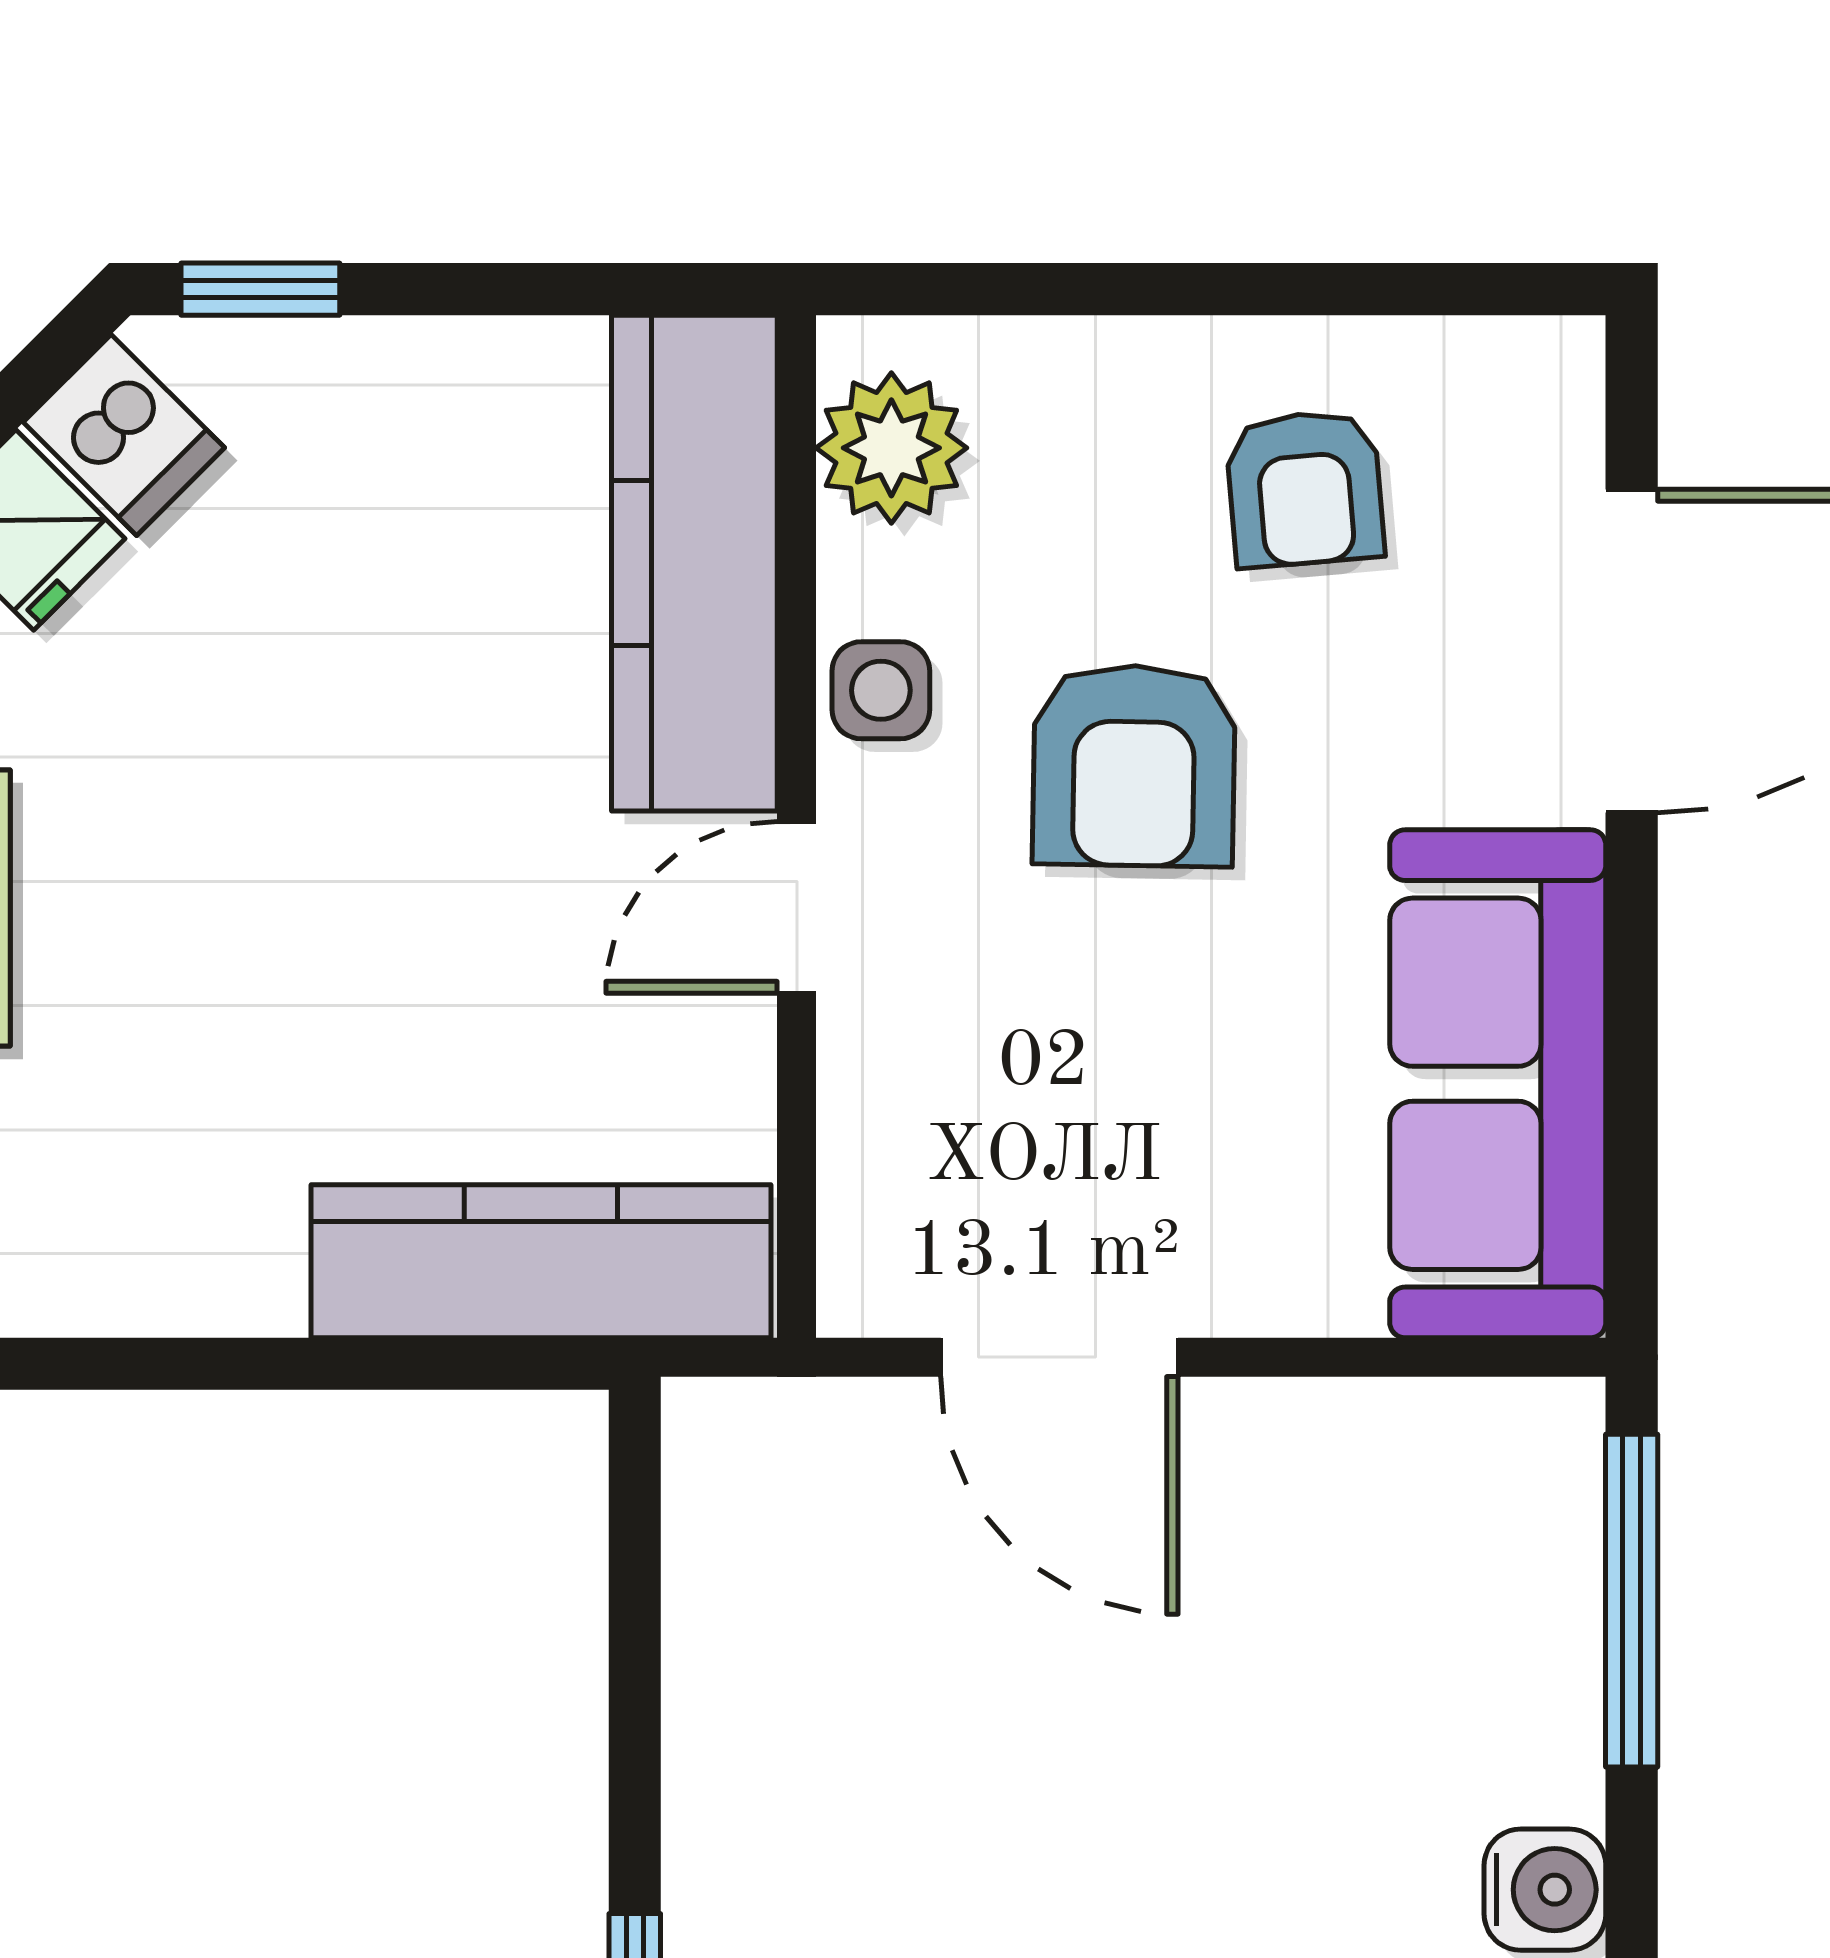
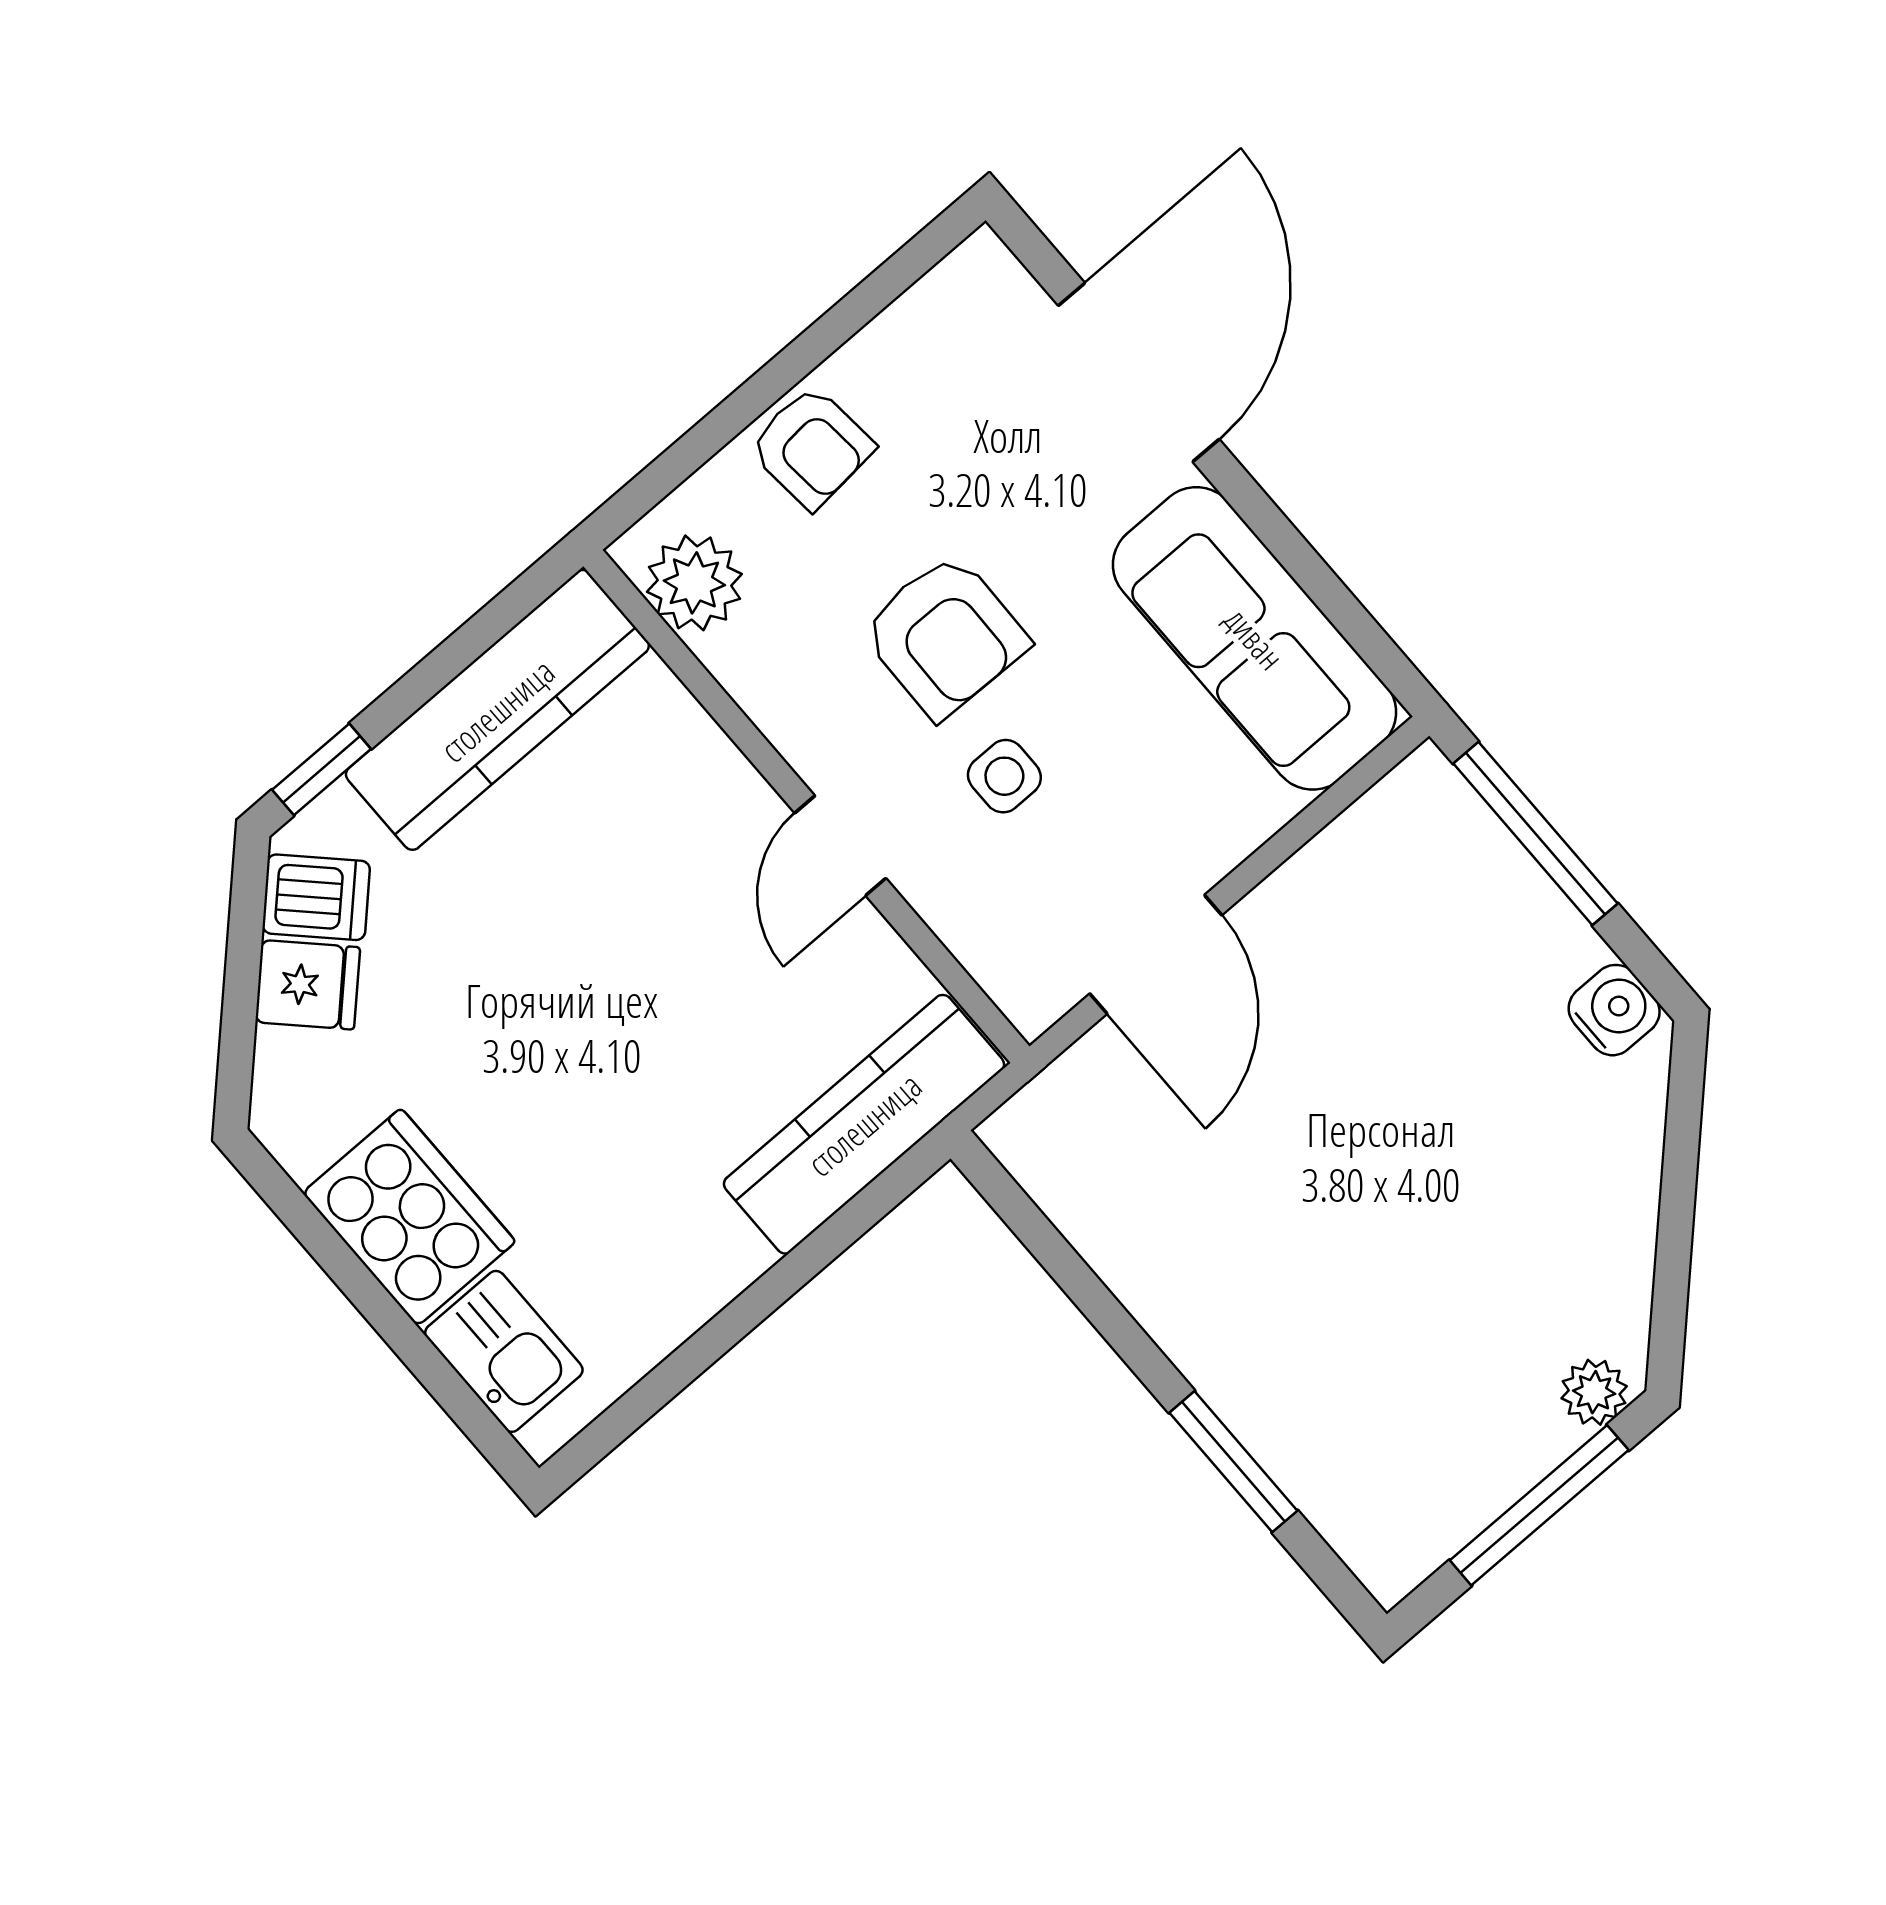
armchair: (1305, 489) -> (812, 447), moved
kitchen counter: (694, 563) -> (497, 710), moved, turned -90
side table: (881, 690) -> (1004, 776), moved
door: (1059, 1357) -> (1156, 954), hinge flipped

